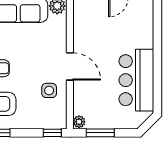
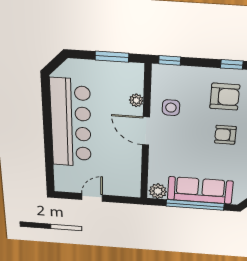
bar counter: (136, 80) -> (71, 123), width x1.36
plant: (79, 122) -> (136, 100), moved

